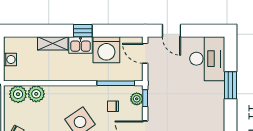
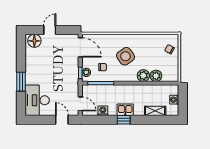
shelving: (53, 43) -> (155, 111), moved
washing machine: (106, 50) -> (103, 111), width x0.53, depth x0.53
plant: (18, 94) -> (143, 76), moved

